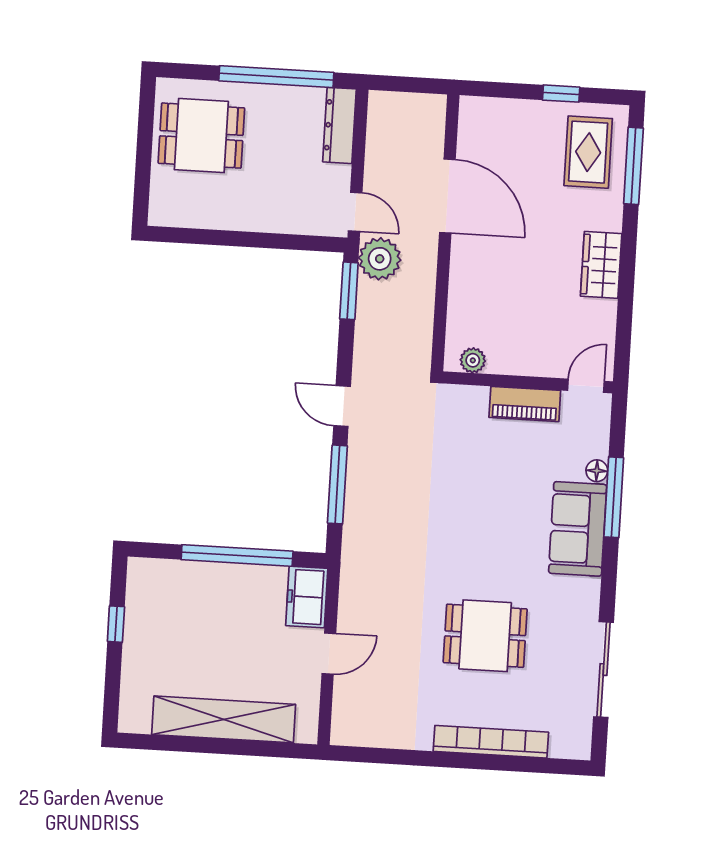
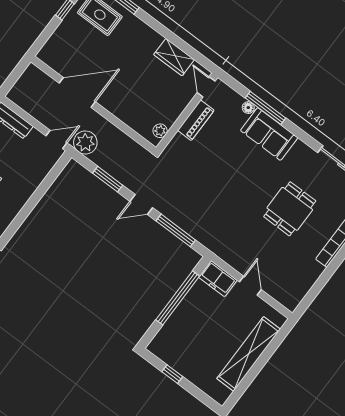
wardrobe: (601, 265) -> (174, 57), moved
window: (349, 291) -> (108, 179), moved

